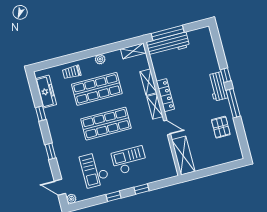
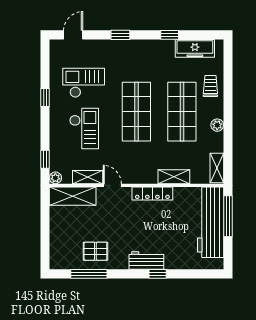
workbench: (168, 44) -> (211, 222), width x1.36, depth x1.32
window: (233, 103) -> (89, 274), moved
shelving: (155, 106) -> (88, 177), moved
door: (167, 127) -> (112, 185), swing flipped
window: (141, 189) -> (45, 159), moved
plant: (71, 199) -> (55, 178), moved

